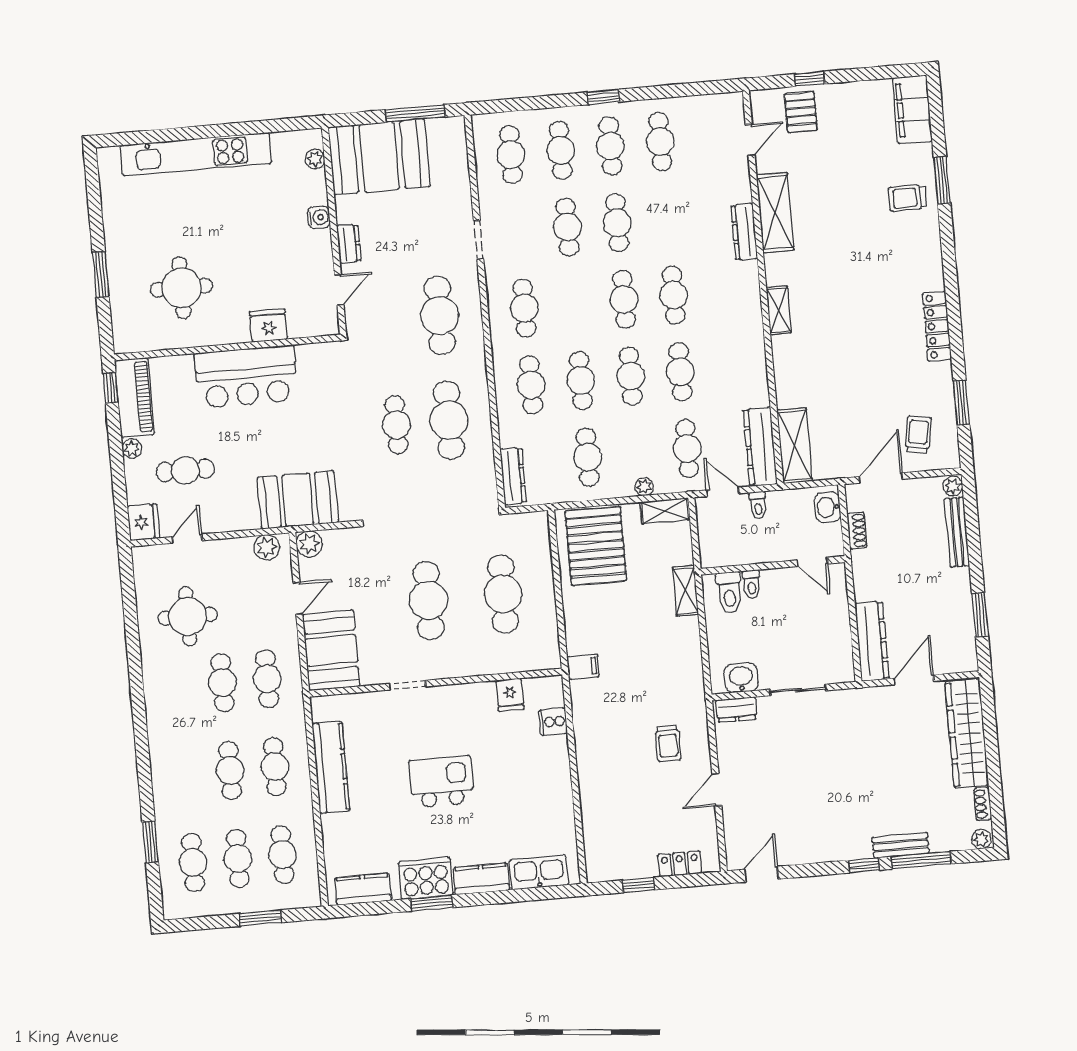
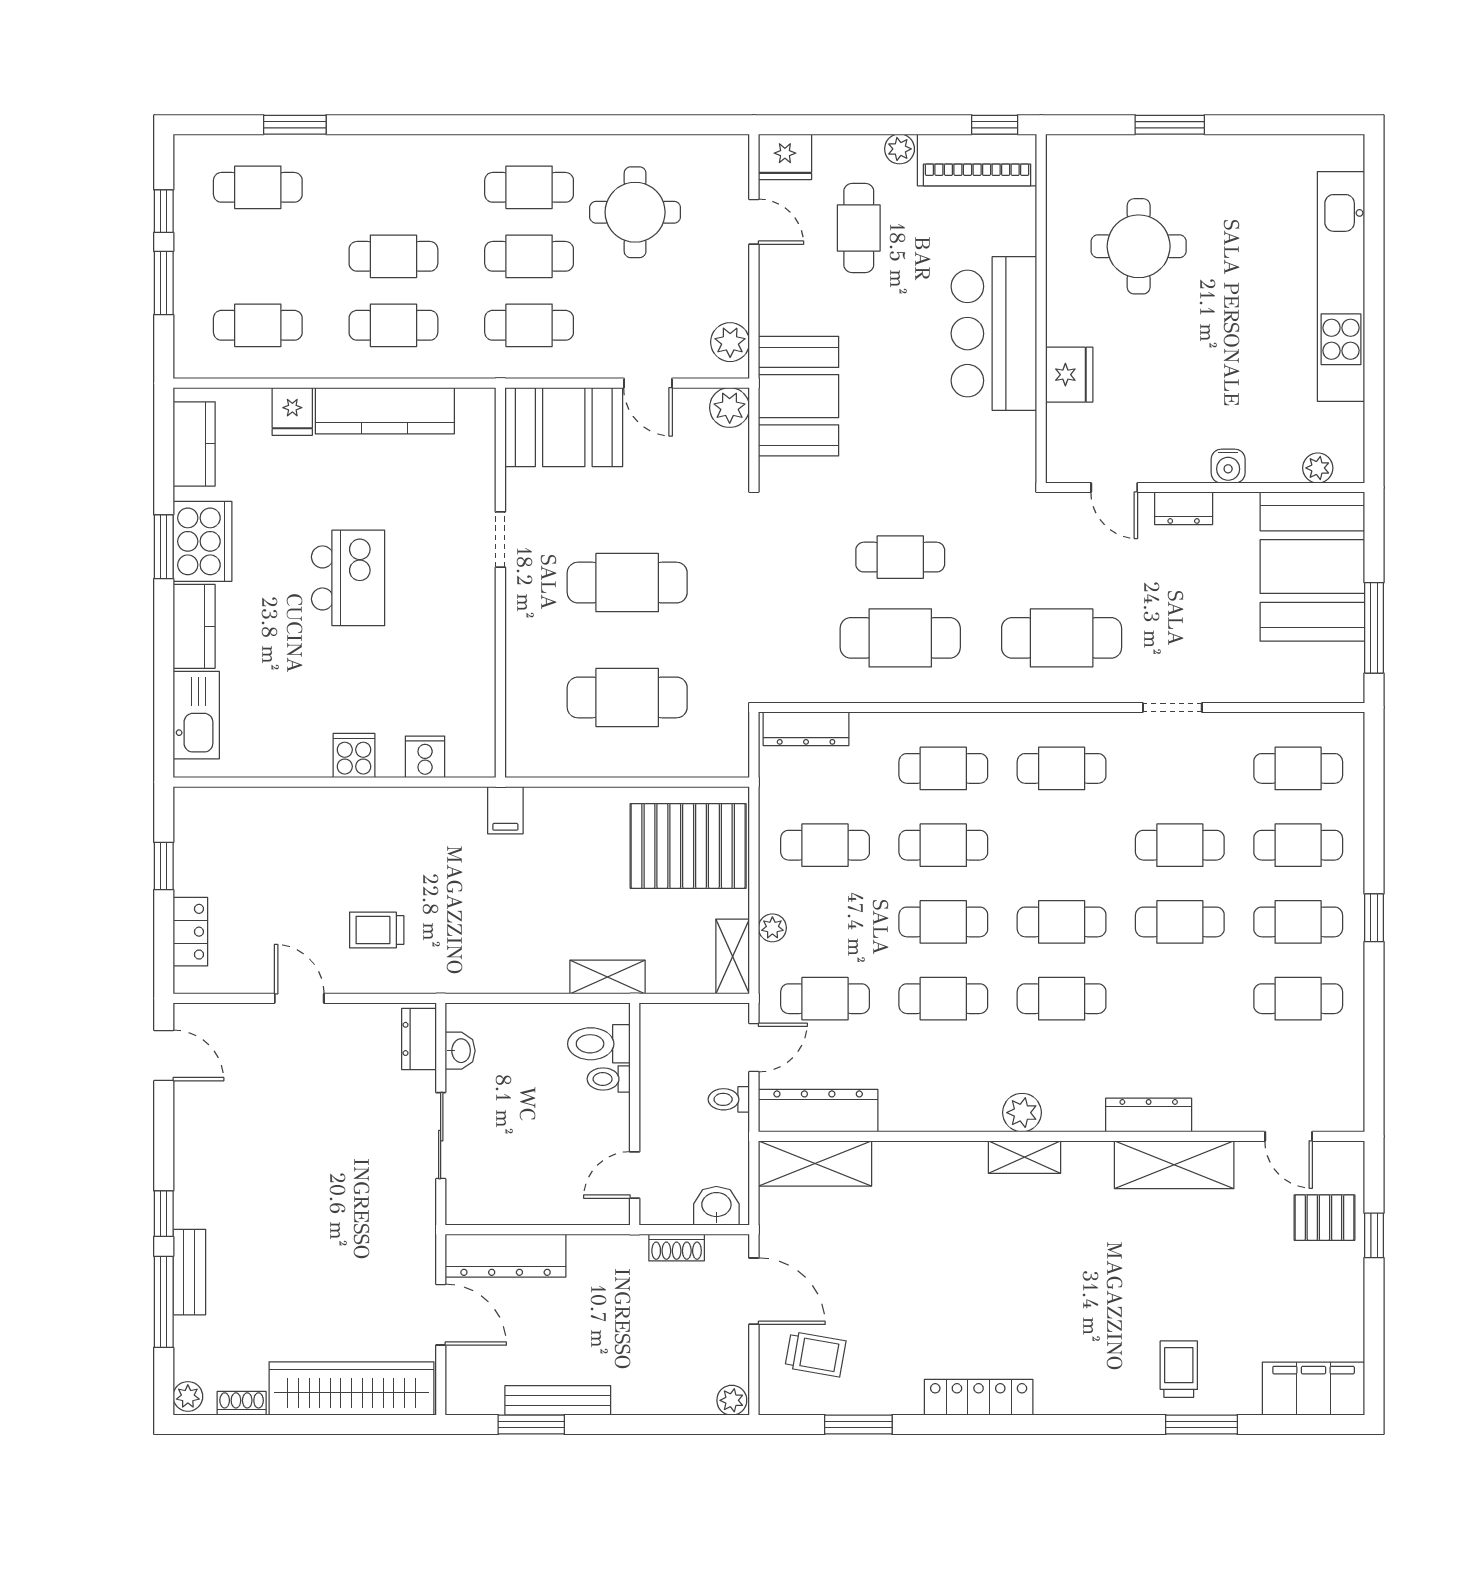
plant: (750, 314) -> (1022, 1113), added
bench: (957, 532) -> (558, 1400), moved
washbasin: (741, 678) -> (460, 1051), width x0.72, depth x0.69
fridge: (510, 695) -> (292, 411), moved, turned -90
cooker: (556, 768) -> (354, 755), added
cafe table: (238, 859) -> (529, 187), moved
window: (214, 922) -> (164, 211), added

